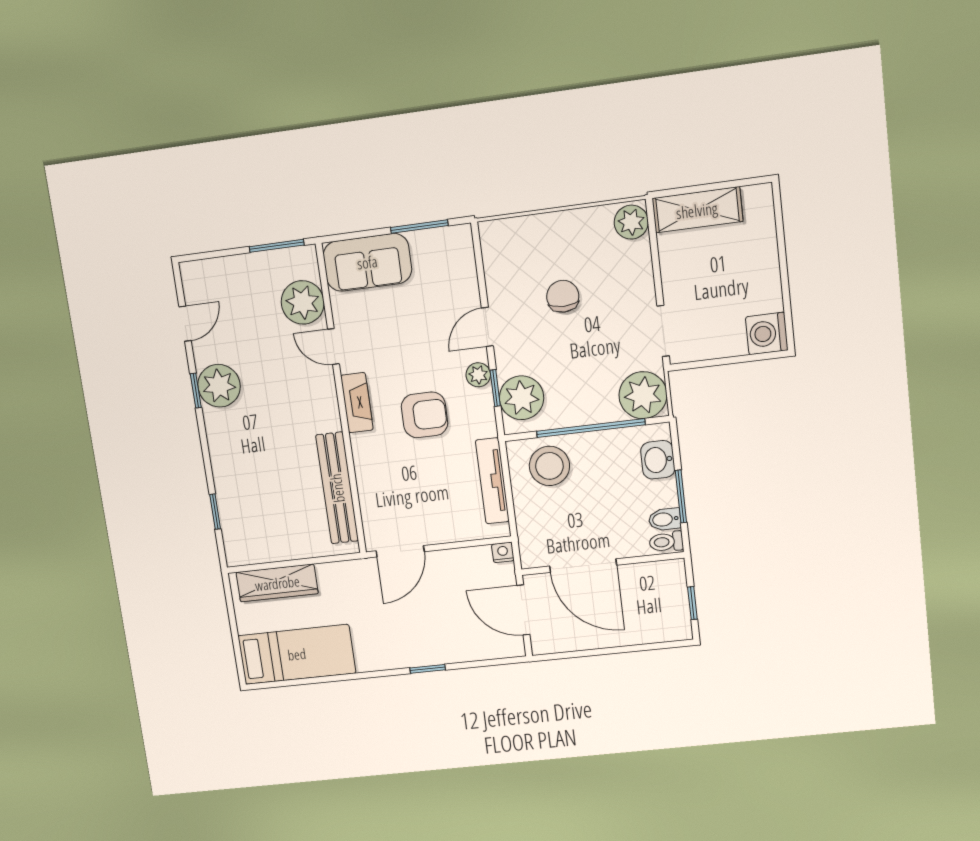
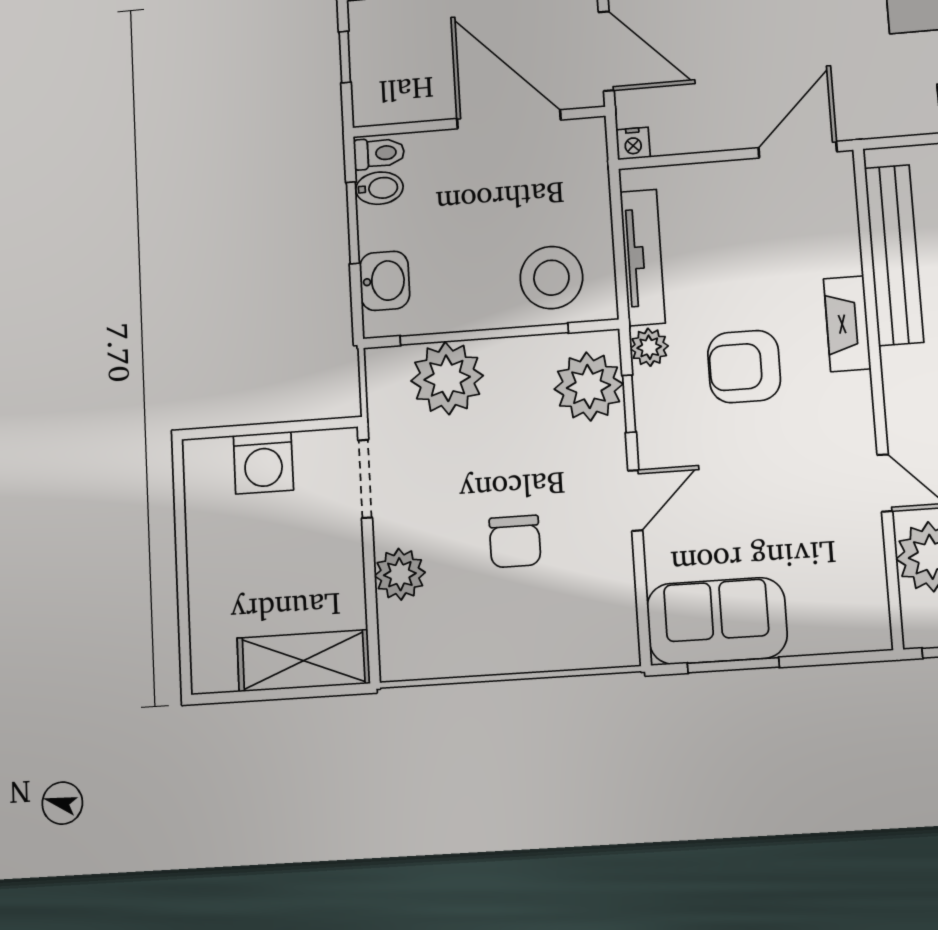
plant: (631, 222) -> (400, 574), moved
sofa: (367, 262) -> (717, 621), moved
washing machine: (767, 333) -> (263, 463), moved, turned 90
plant: (478, 375) -> (649, 347), moved
plant: (643, 395) -> (447, 378), moved
fireplace: (357, 403) -> (847, 324), moved

